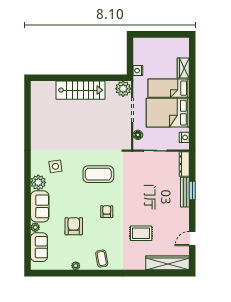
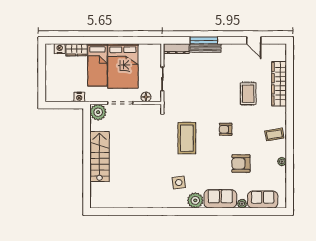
nightstand: (184, 137) -> (60, 49), moved
window: (192, 191) -> (204, 40), width x1.44
wardrobe: (168, 263) -> (279, 84), moved

